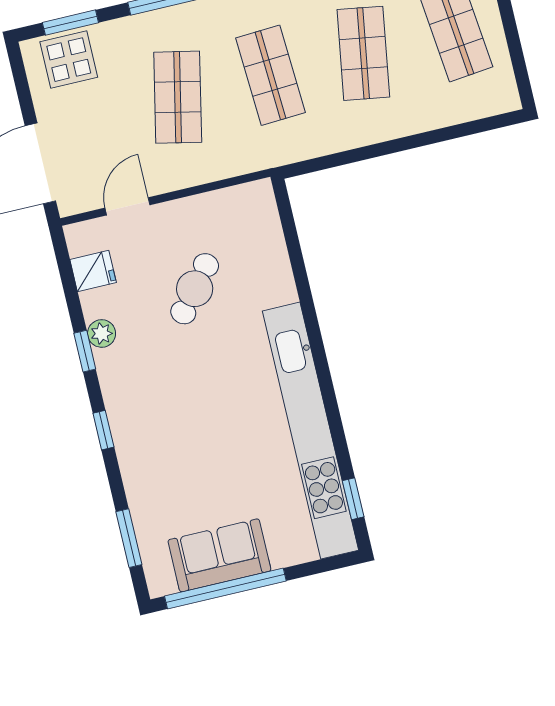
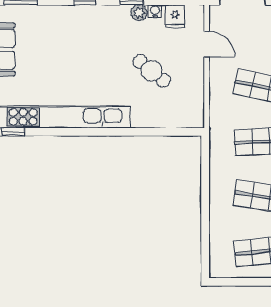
water cooler: (93, 307) -> (155, 11), added

